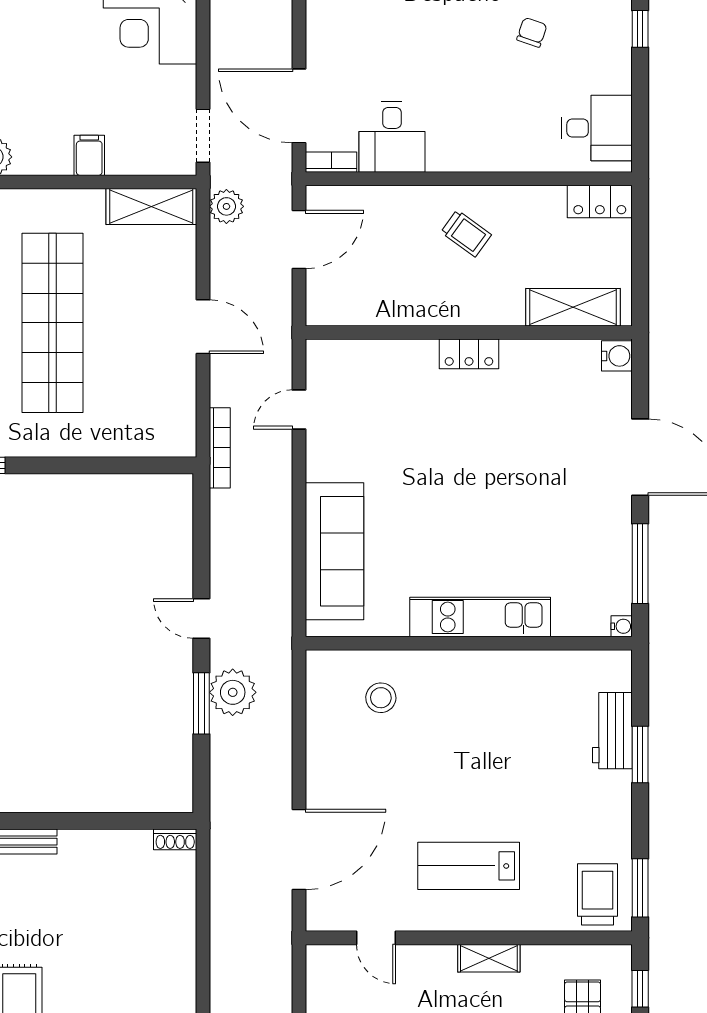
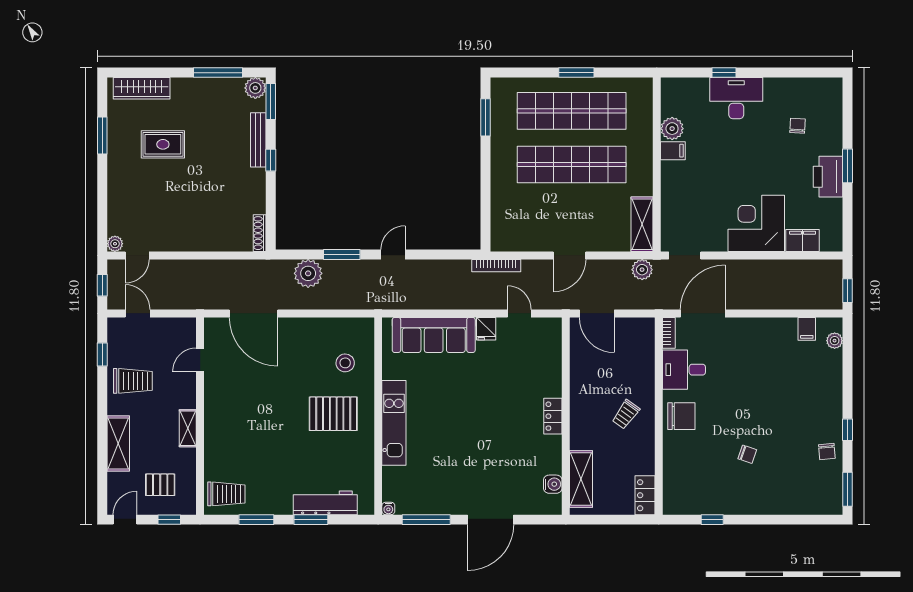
window: (640, 29) -> (712, 520), moved
desk: (597, 128) -> (689, 493), removed
chair: (469, 142) -> (681, 416), added
filing cabinet: (89, 155) -> (673, 151), moved
door: (299, 240) -> (597, 313), moved
water cooler: (617, 356) -> (553, 484), moved, turned -90
fridge: (324, 464) -> (486, 329), added
plant: (233, 692) -> (308, 273), moved
pallet: (465, 717) -> (333, 414), added
workbench: (612, 731) -> (325, 503), width x1.38
window: (45, 821) -> (271, 160), added
shoe rack: (175, 839) -> (260, 233), width x1.43
lab bench: (469, 866) -> (244, 416), removed
window: (640, 888) -> (256, 520), moved

